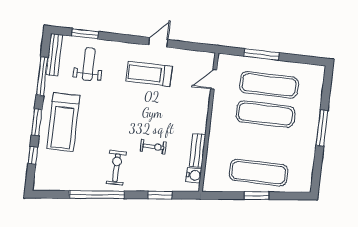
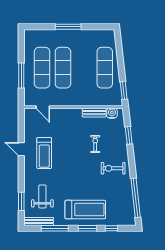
weight bench: (89, 64) -> (42, 196), turned 90
window: (97, 195) -> (136, 198), moved
window: (257, 196) -> (124, 90), moved

